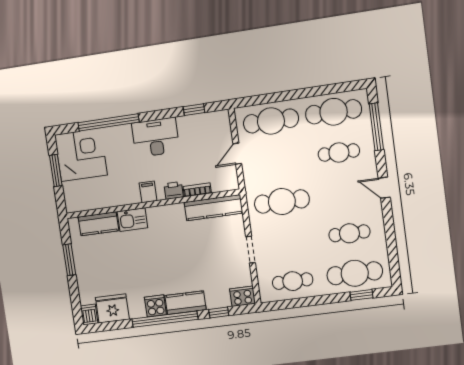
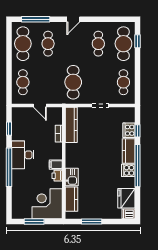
cafe table: (271, 121) -> (23, 82), width x0.73, depth x0.74
window: (108, 122) -> (9, 167), moved
corner desk: (81, 155) -> (47, 204), moved
printer: (174, 191) -> (57, 176), moved
cooker: (242, 296) -> (129, 130), moved

